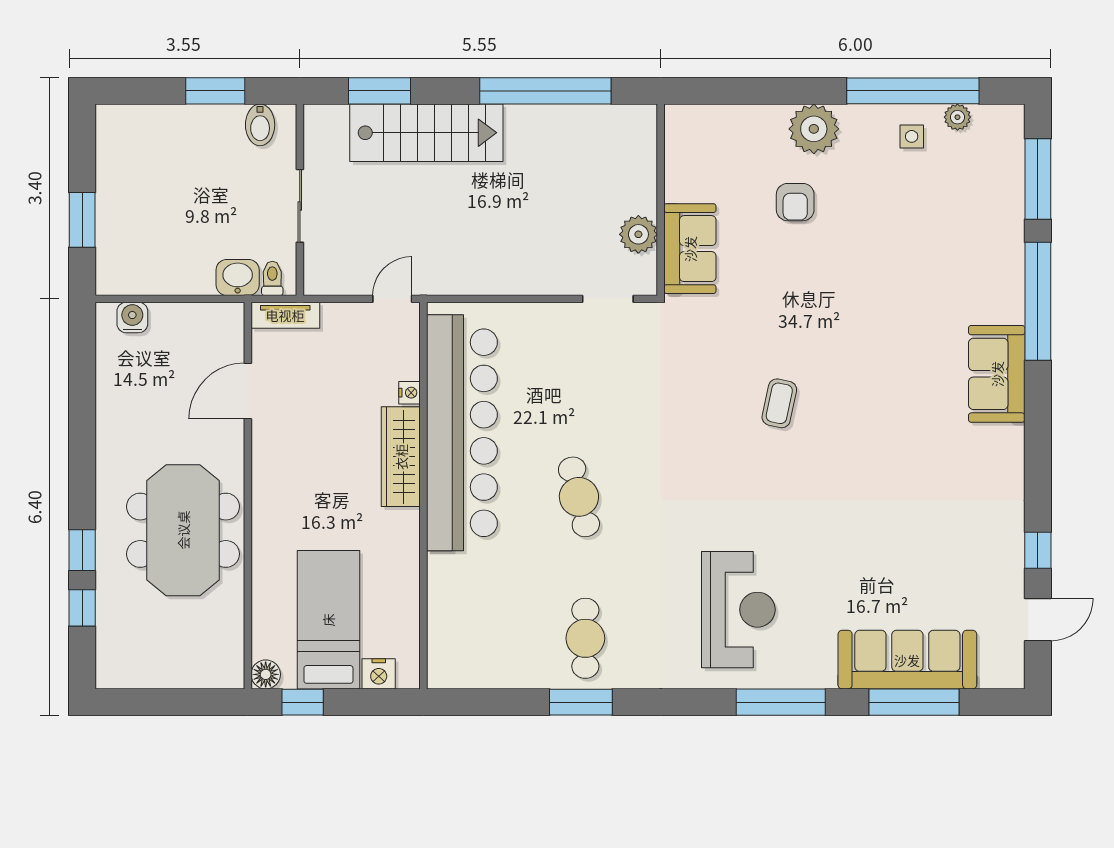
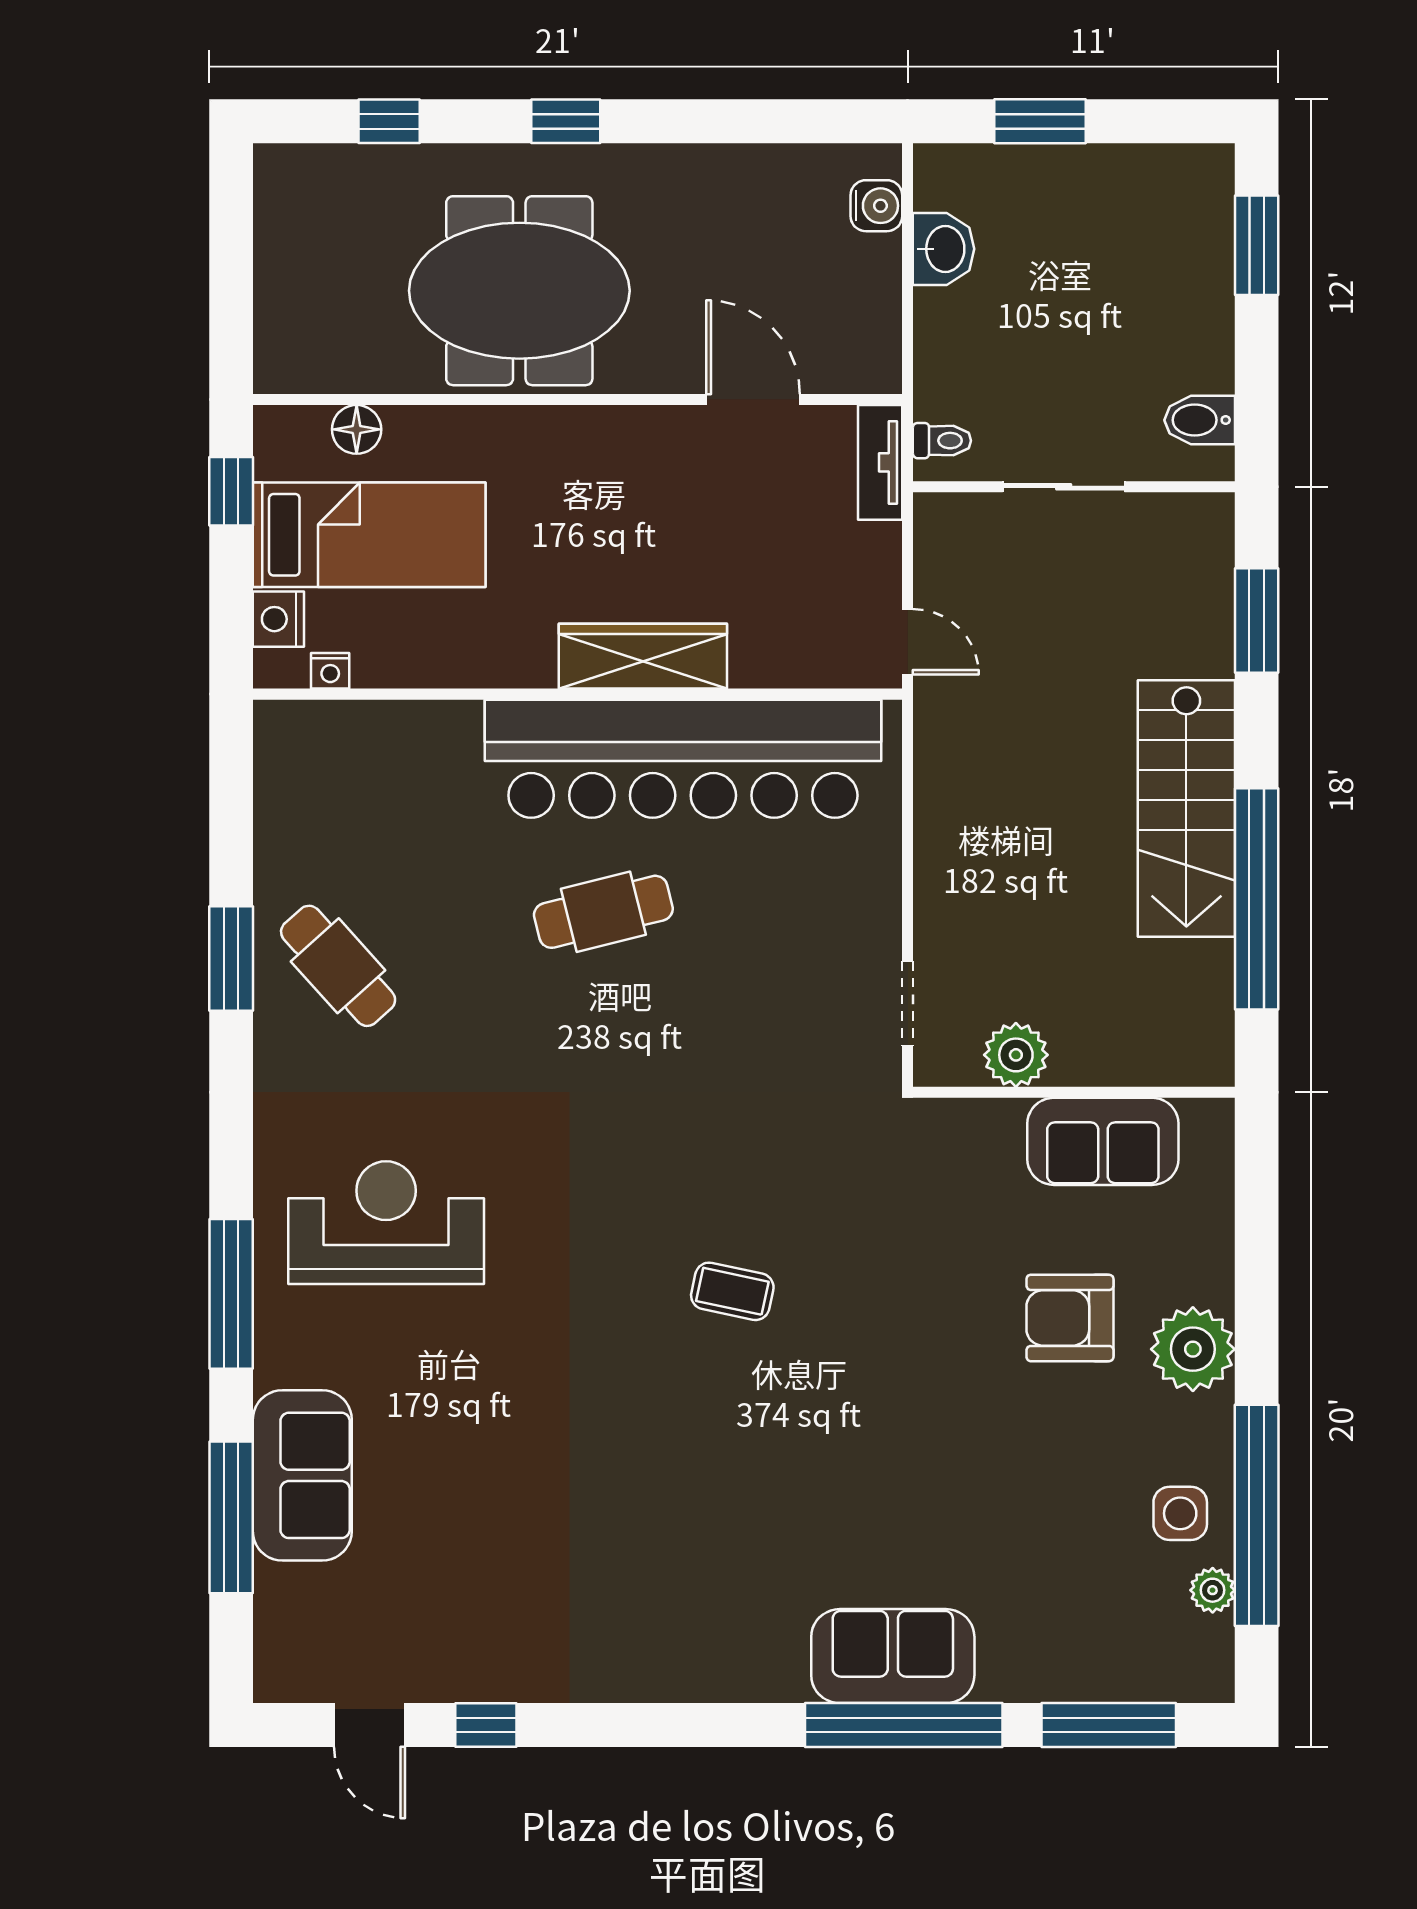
window: (215, 91) -> (1257, 245), moved
stairs: (426, 133) -> (1186, 809), moved
side table: (912, 136) -> (1180, 1513), width x1.37, depth x1.37
armchair: (795, 202) -> (1070, 1318), width x1.38, depth x1.38
sofa: (690, 249) -> (1103, 1141), moved
washbasin: (238, 277) -> (943, 249), moved
sofa: (997, 374) -> (893, 1656), moved
nightstand: (409, 393) -> (330, 671), moved
cafe table: (579, 497) -> (603, 912), moved
window: (82, 550) -> (566, 121), moved
reception desk: (738, 610) -> (386, 1223), turned 180
cafe table: (585, 638) -> (338, 966), turned 48
sofa: (907, 660) -> (302, 1475), width x0.73
floor lamp: (266, 674) -> (357, 429), moved

